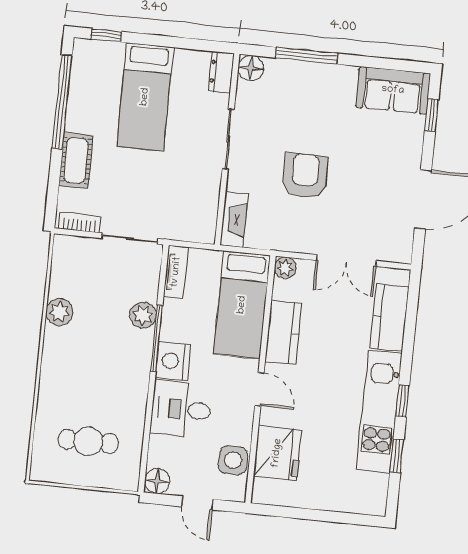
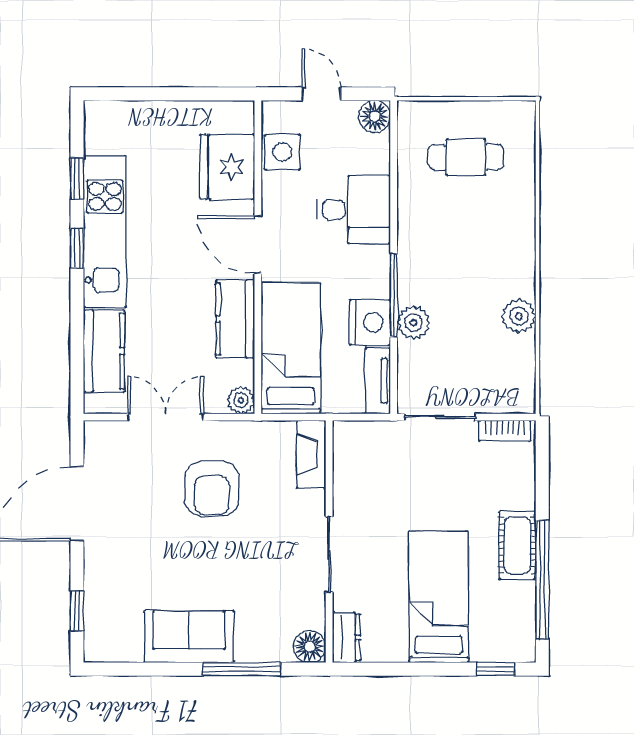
sofa: (393, 90) -> (189, 637), moved
cot: (76, 160) -> (517, 545), moved
armchair: (305, 176) -> (212, 488), moved
nightstand: (173, 361) -> (370, 322), moved
door: (259, 389) -> (258, 245), width x1.38

